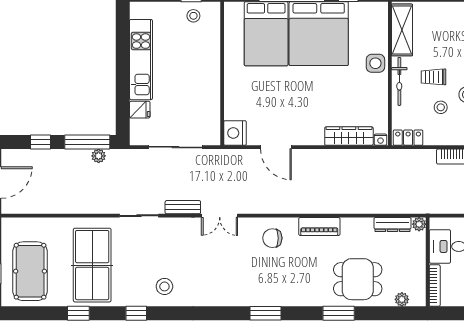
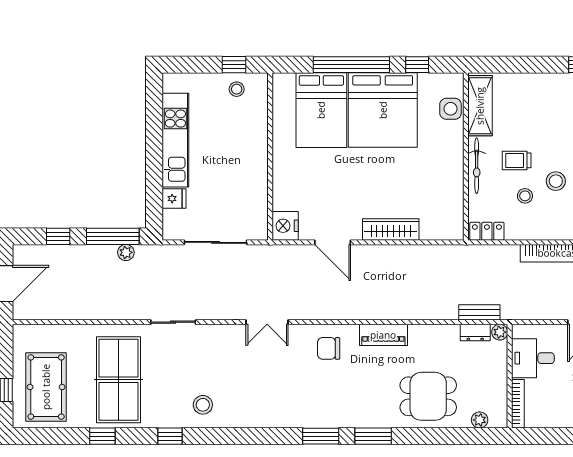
side table: (375, 63) -> (451, 109), moved
wardrobe: (349, 136) -> (391, 229), moved
nightstand: (381, 140) -> (455, 234), removed
bench: (183, 207) -> (479, 312), moved
dresser: (393, 225) -> (475, 333), width x0.70
window: (339, 313) -> (373, 436), moved

